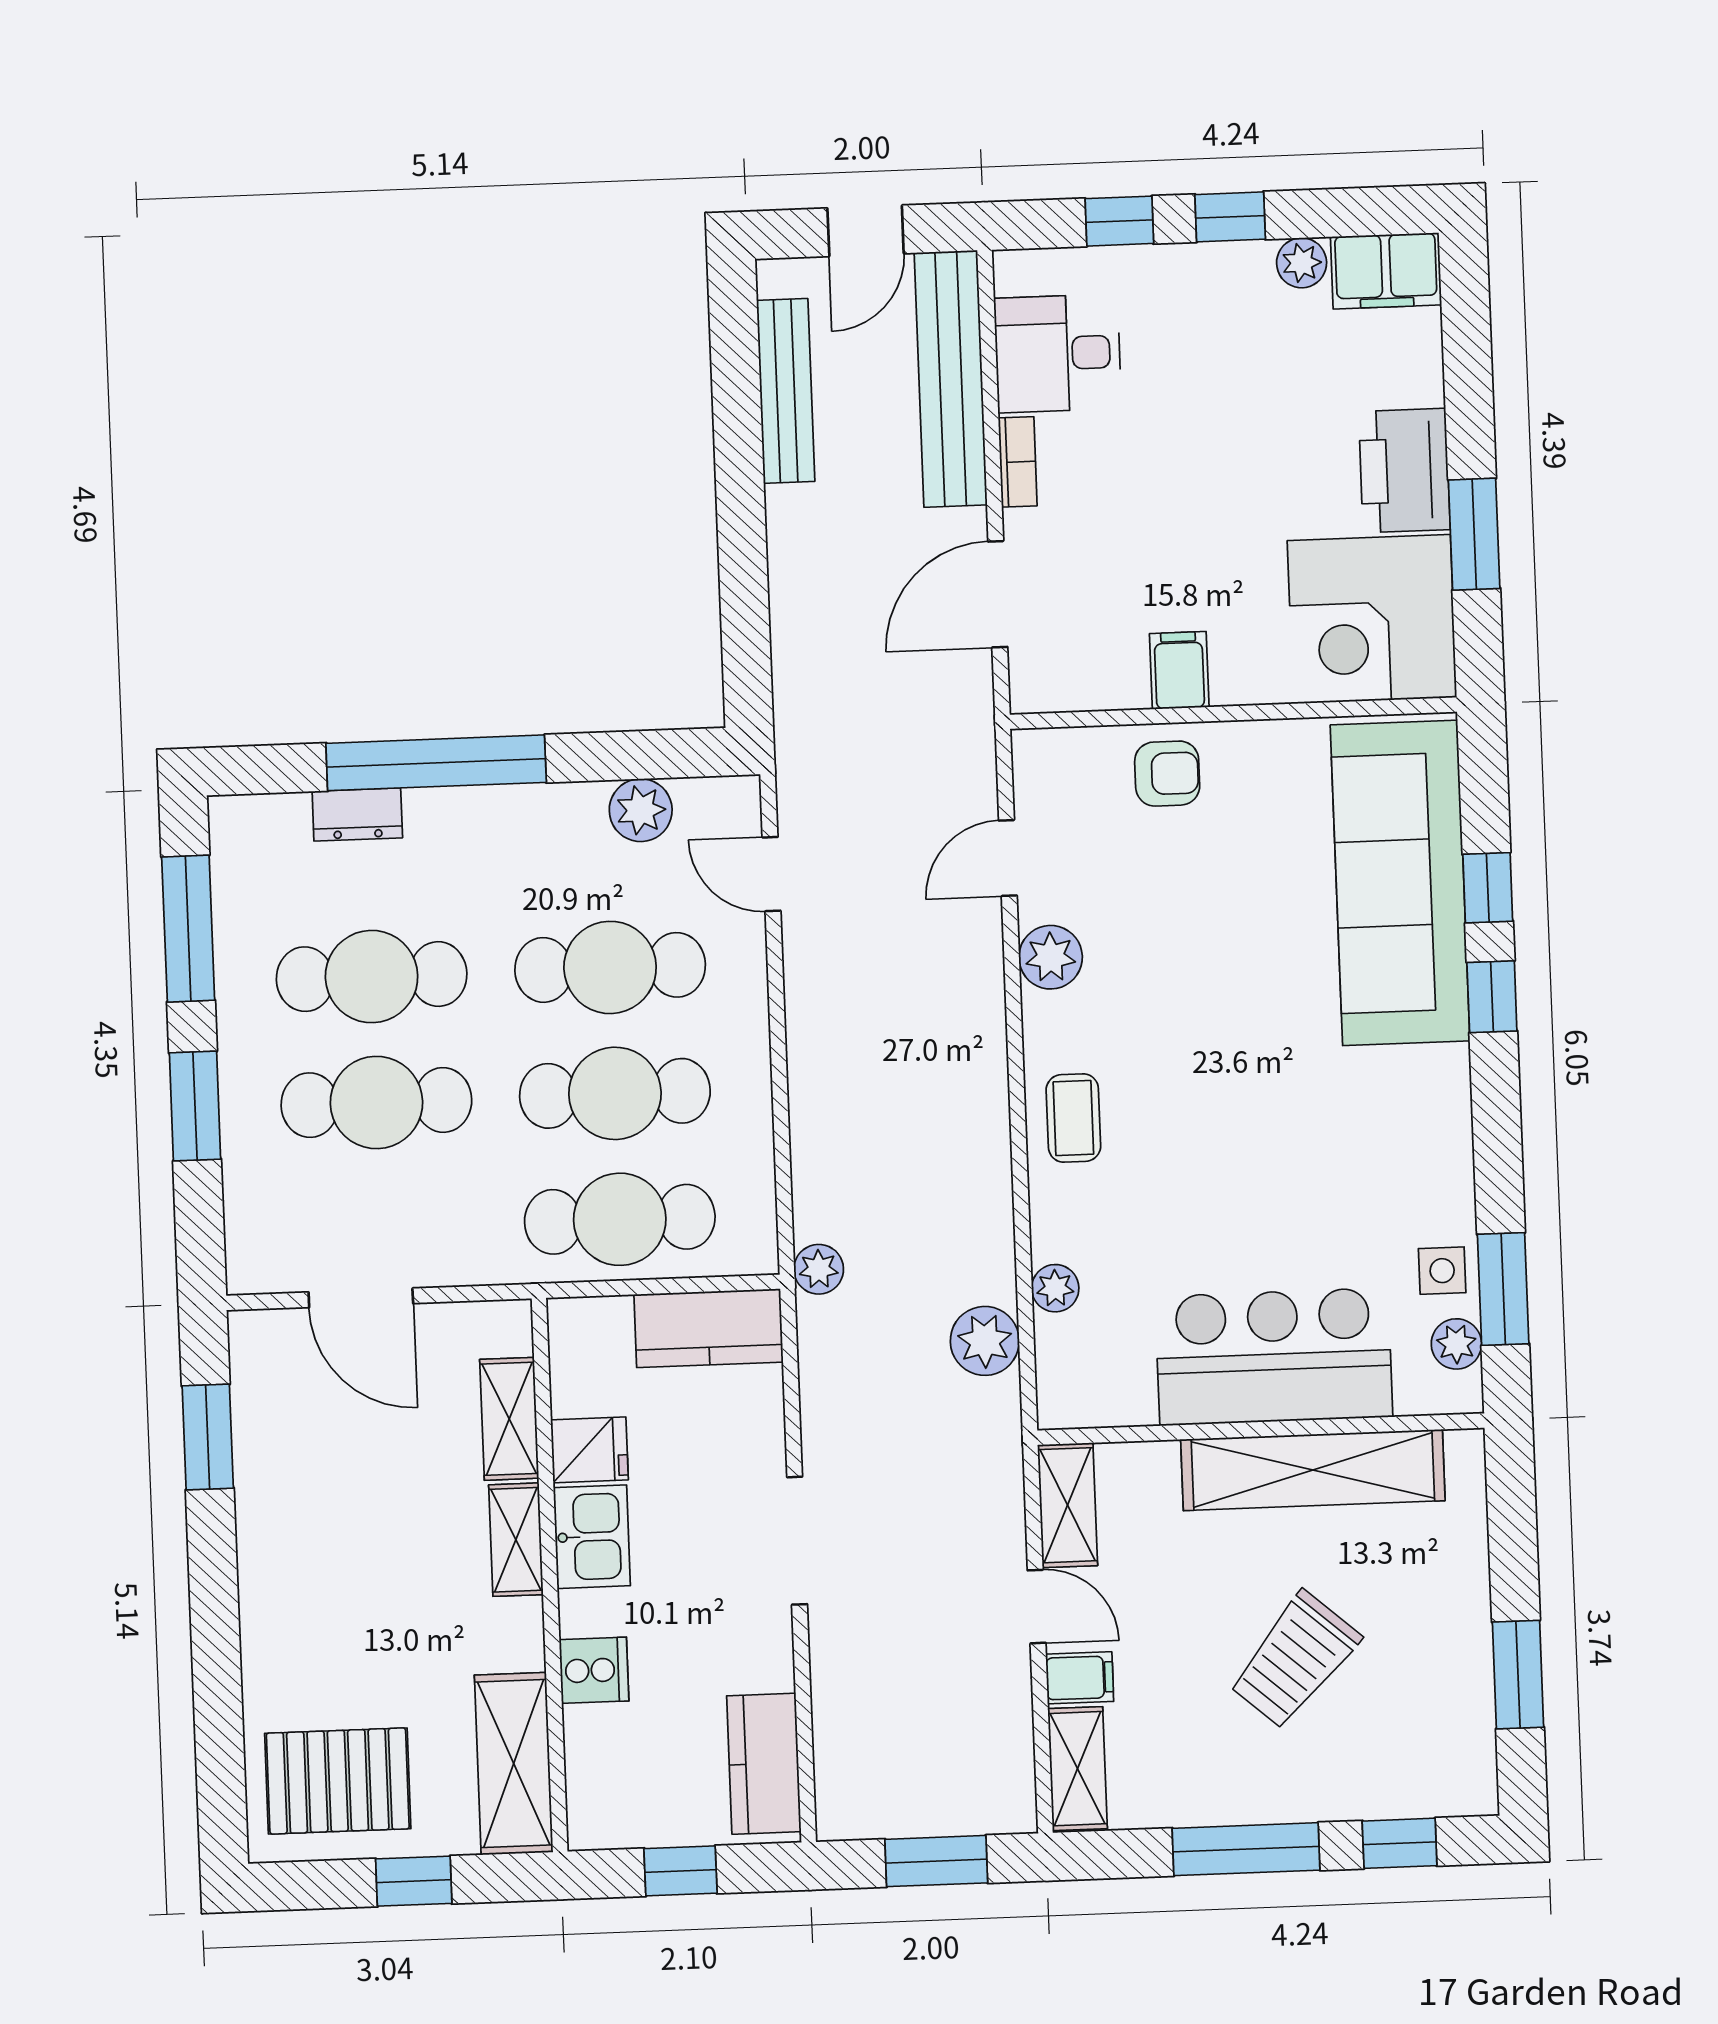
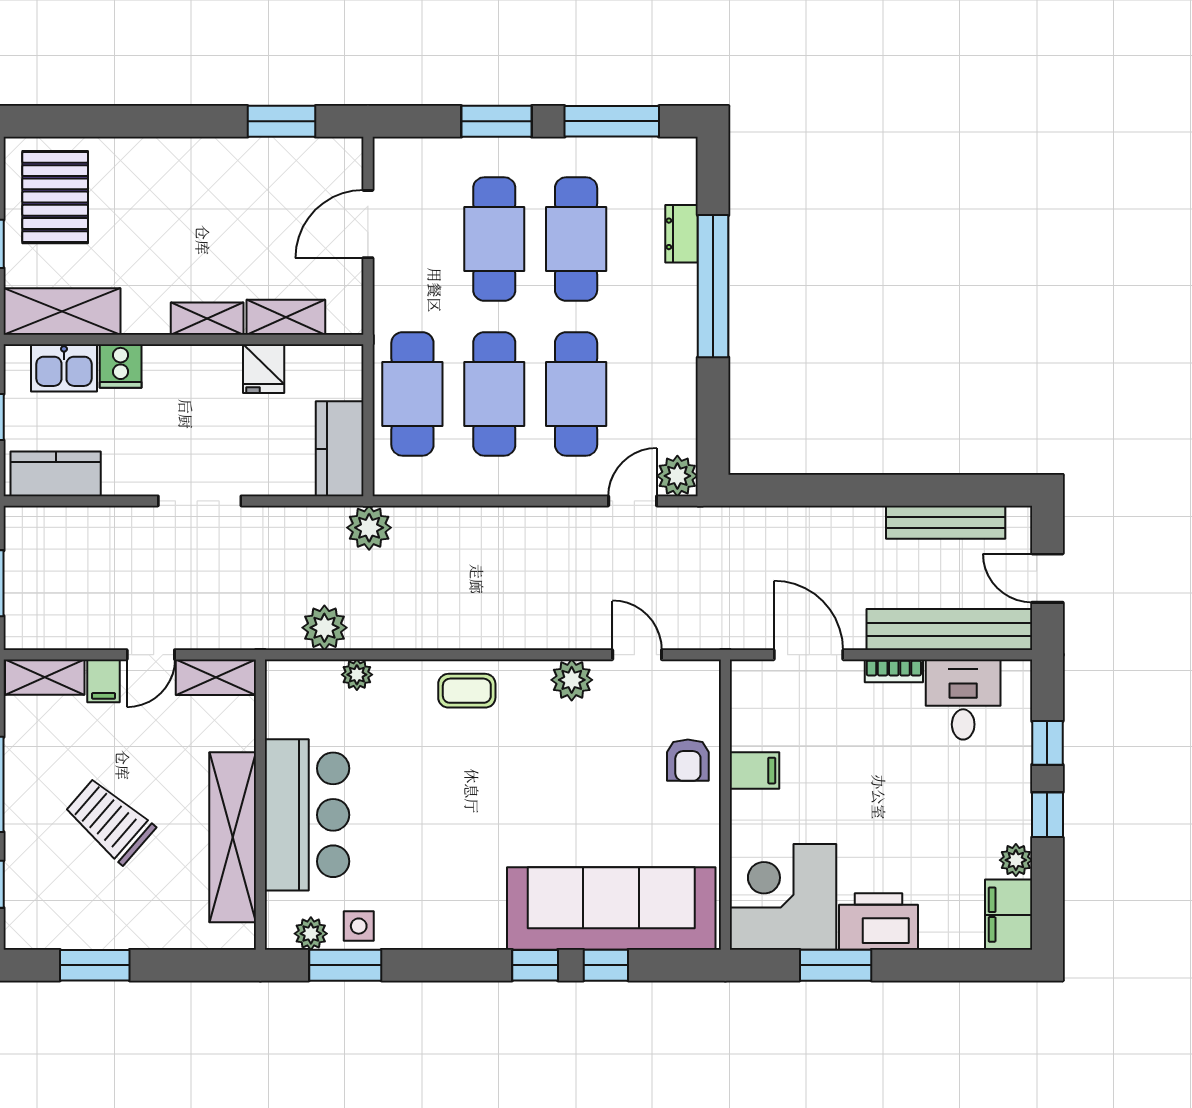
plant: (641, 810) -> (677, 476), moved
plant: (819, 1269) -> (369, 528), width x1.38, depth x1.38
kitchen sink: (592, 1537) -> (64, 368), moved

